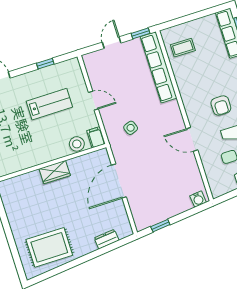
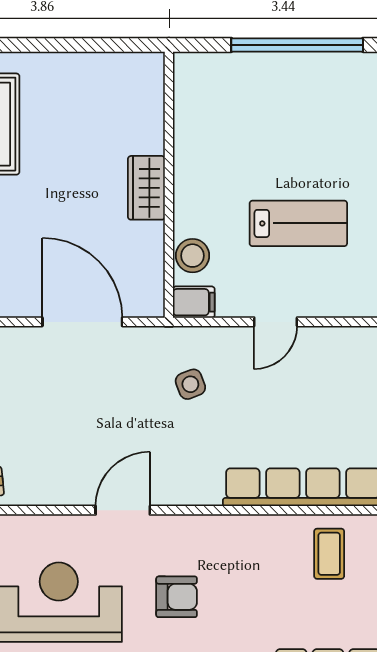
lab bench: (49, 104) -> (298, 223), turned -90
armchair: (221, 105) -> (177, 597), turned 180

